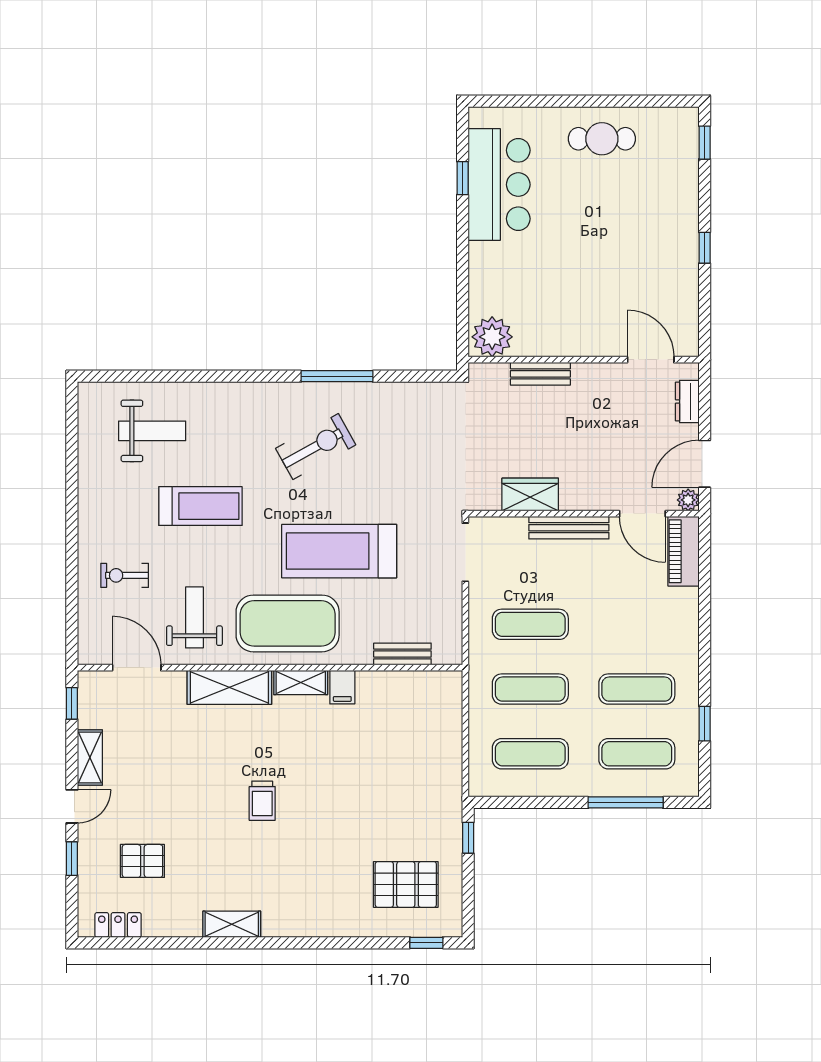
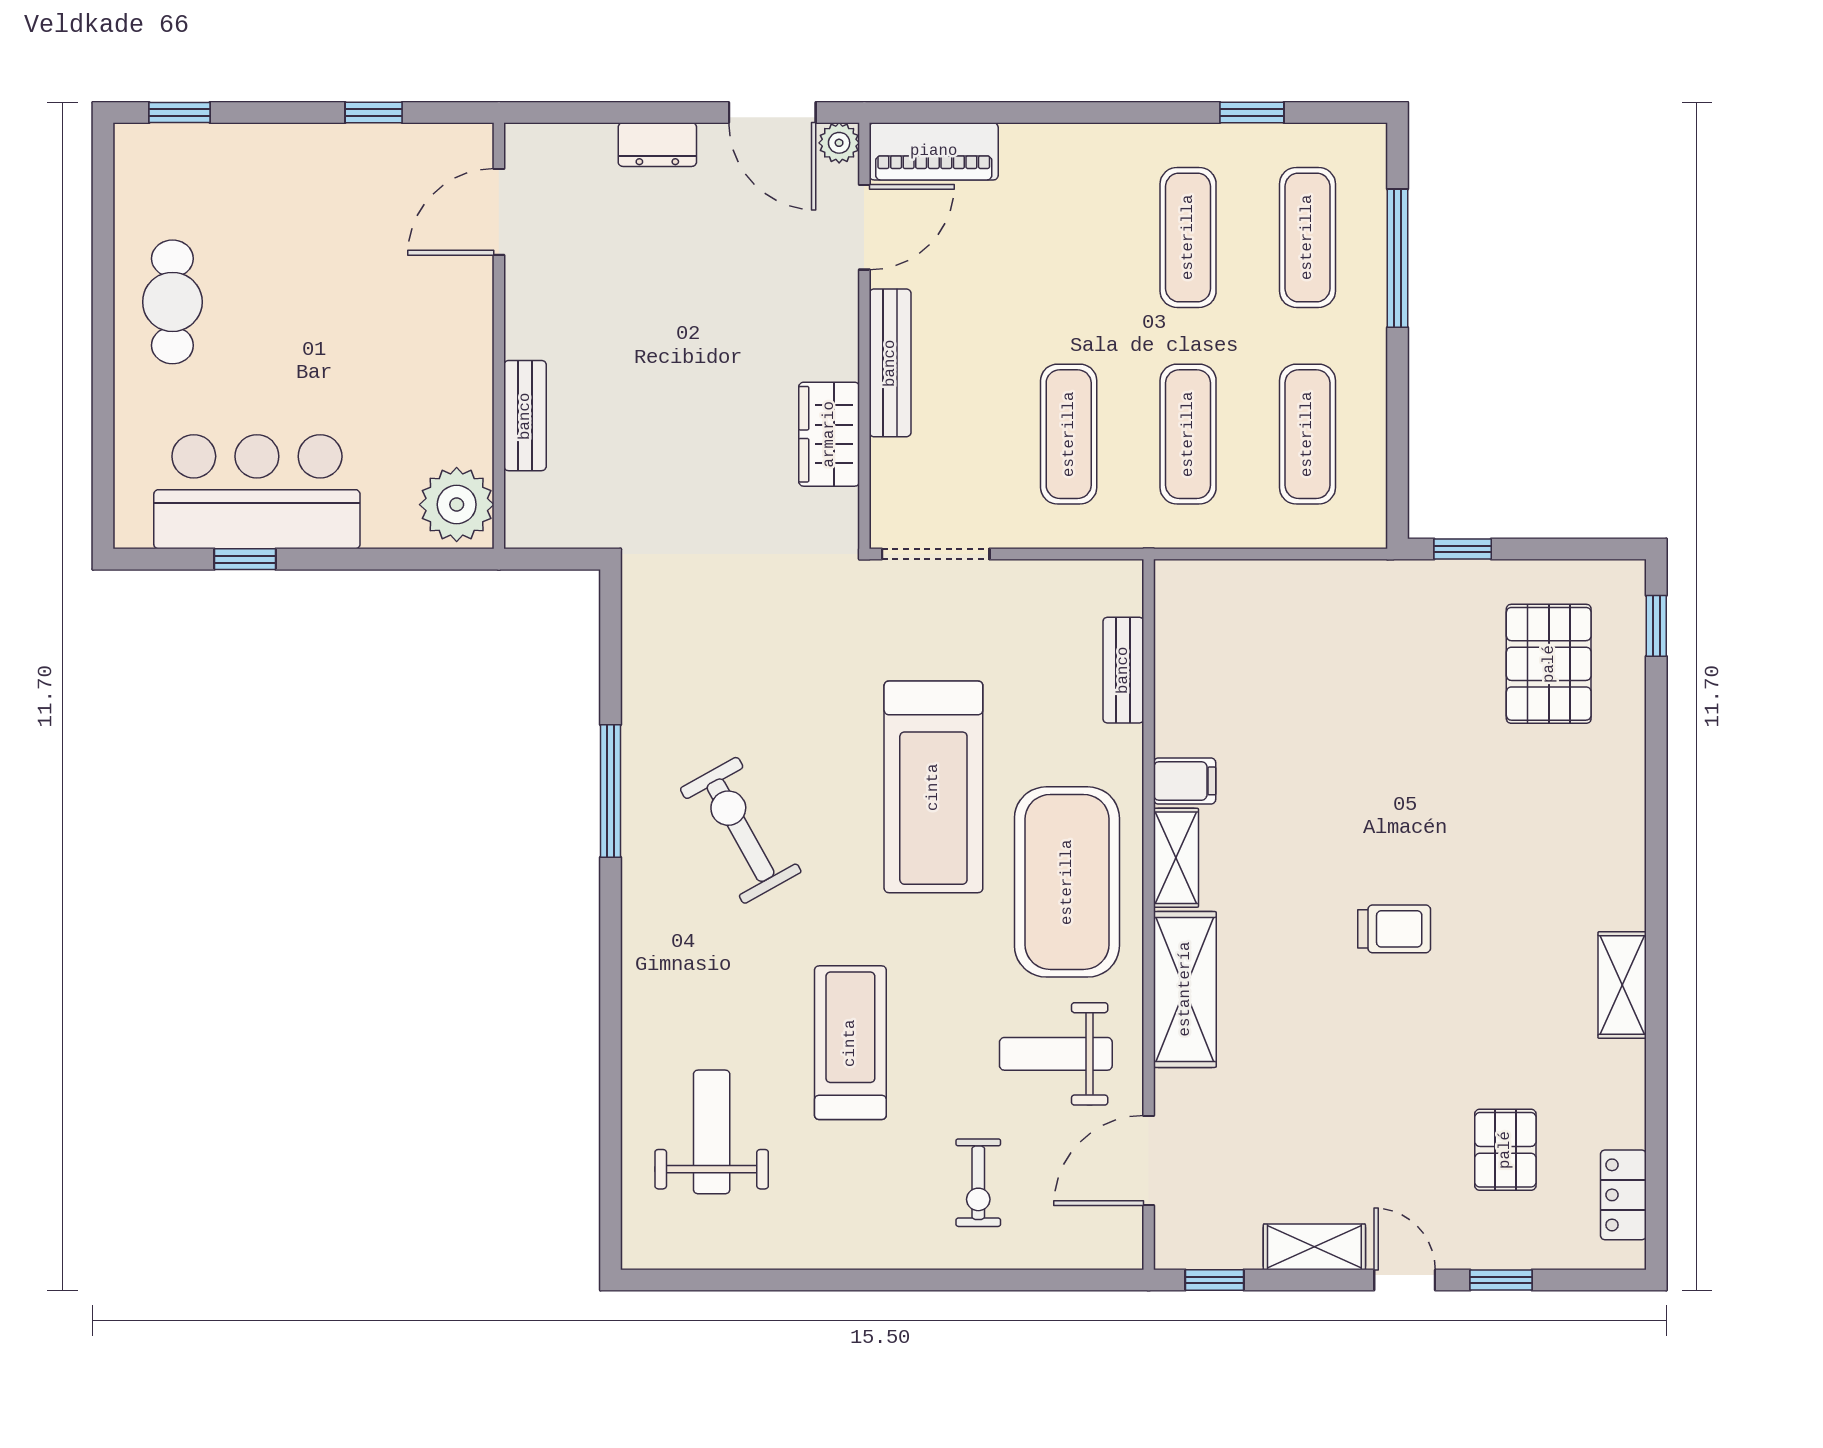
plant: (492, 337) -> (457, 505), moved
wall: (584, 360) -> (499, 336), moved
door: (651, 360) -> (499, 212), moved
bench: (540, 374) -> (525, 416), moved

